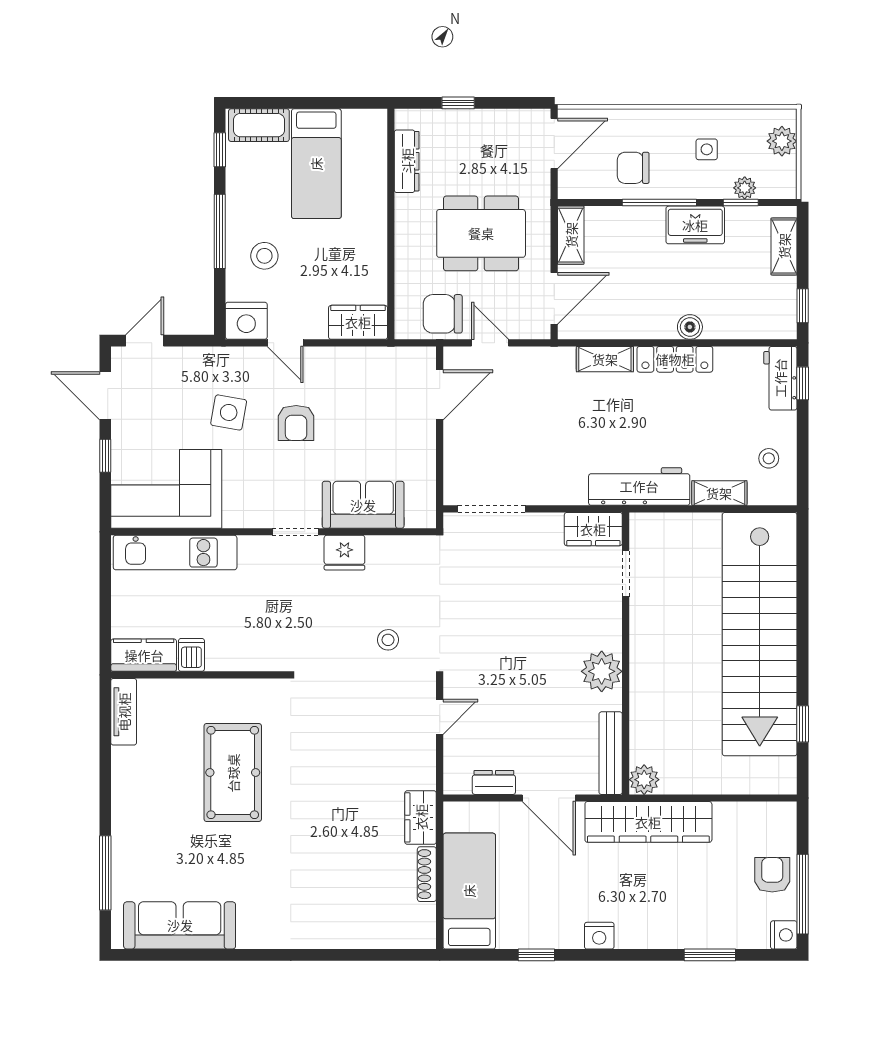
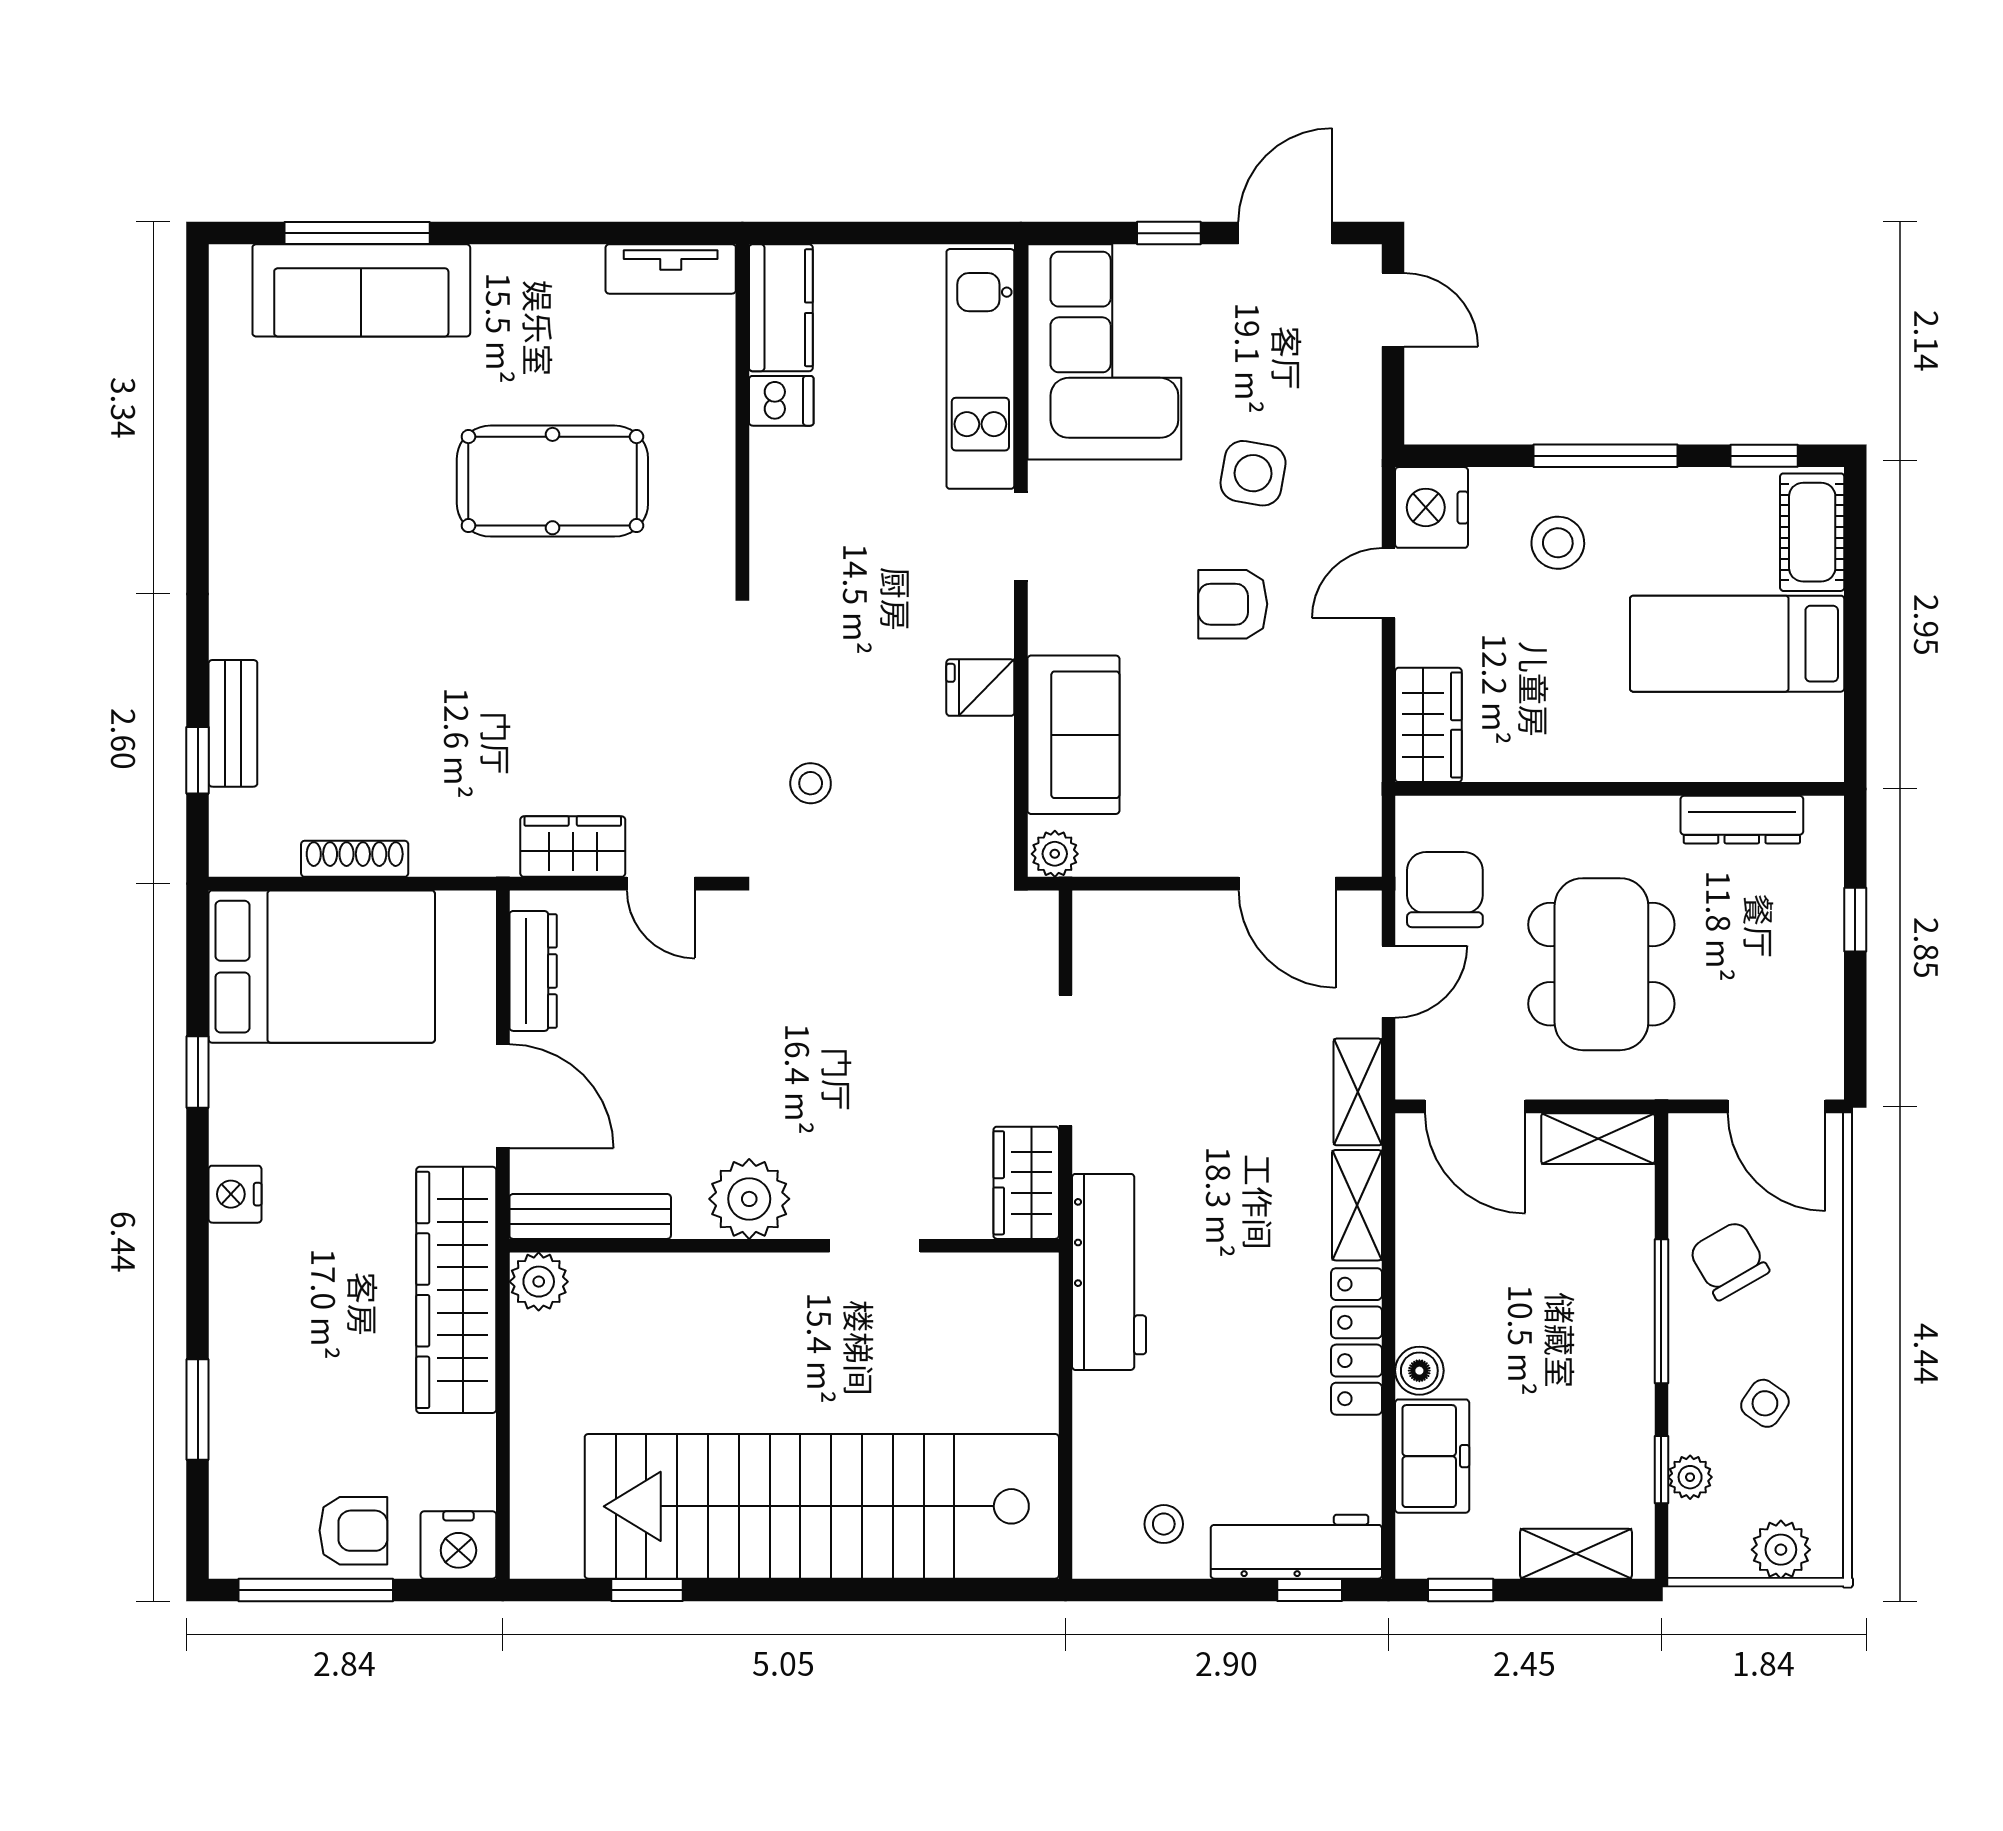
side table: (707, 149) -> (1765, 1403), turned 35
chair: (633, 168) -> (1729, 1260), turned -30
freezer: (695, 225) -> (1432, 1456), moved, turned 180
workbench: (780, 378) -> (1296, 1547), width x1.37
shelving: (719, 493) -> (1358, 1092), moved
doorway: (492, 509) -> (1065, 1060), moved
plant: (424, 514) -> (1055, 854), added
doorway: (295, 532) -> (1021, 537), moved
fridge: (344, 553) -> (980, 688), width x0.72
doorway: (626, 573) -> (875, 1246), moved
dresser: (494, 782) -> (533, 971), width x1.44
door: (549, 798) -> (503, 1096), swing flipped
wardrobe: (421, 817) -> (573, 847), moved
bed: (469, 891) -> (322, 967), width x1.50
sofa: (180, 925) -> (361, 290), moved, turned 90
nightstand: (784, 935) -> (458, 1545), moved, width x1.36, depth x1.33
bench: (357, 937) -> (233, 723), added
window: (376, 955) -> (198, 760), added

